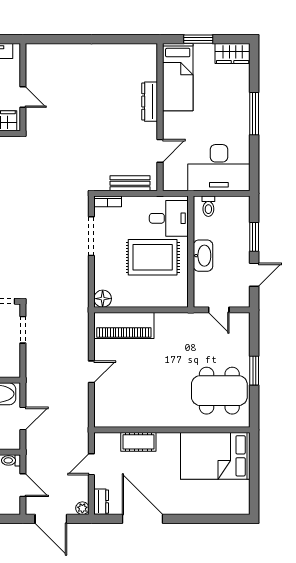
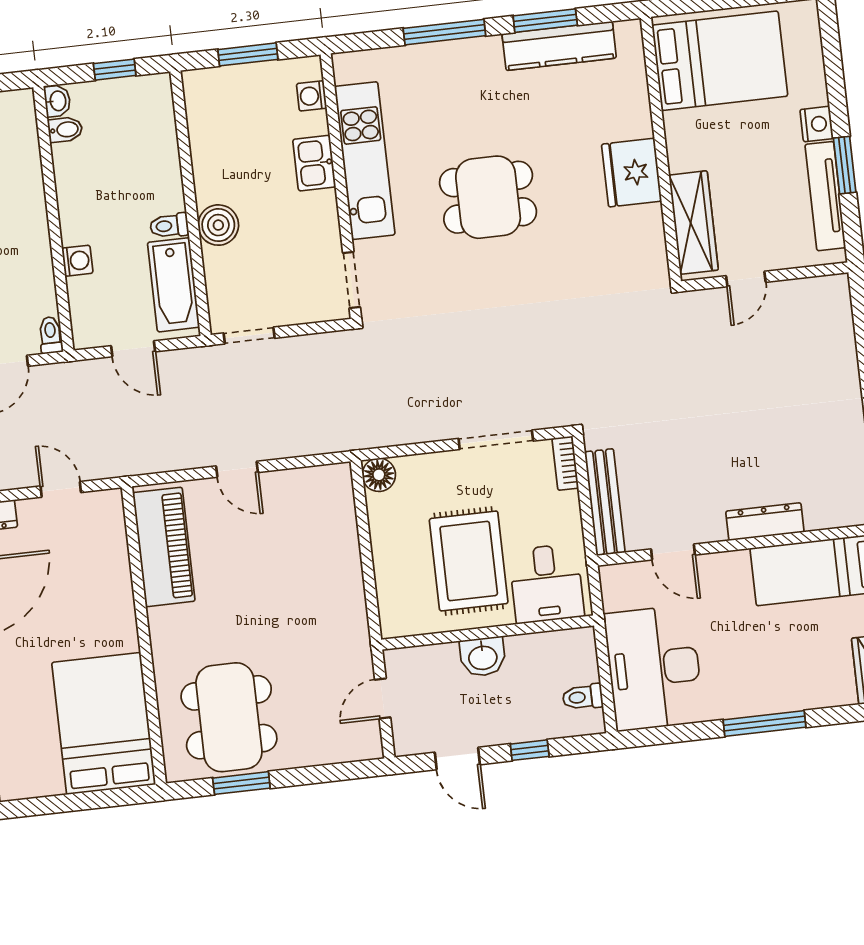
bench: (130, 183) -> (605, 502), width x1.36
toilet: (208, 206) -> (583, 697), moved
window: (254, 237) -> (530, 750), width x0.67
washbasin: (203, 256) -> (483, 657), width x0.72
piano: (124, 325) -> (164, 547), moved, turned 180
doorway: (23, 330) -> (249, 336), moved
window: (254, 371) -> (241, 783), moved
cot: (138, 442) -> (114, 574), removed

